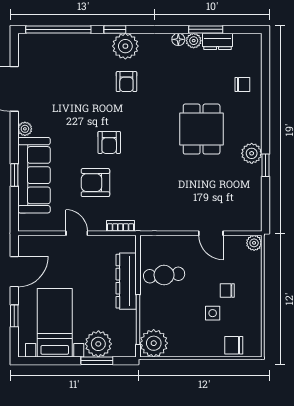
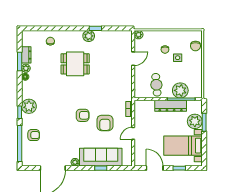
armchair: (126, 82) -> (34, 135), moved
dresser: (126, 281) -> (171, 106), moved
plant: (154, 343) -> (180, 90), moved

